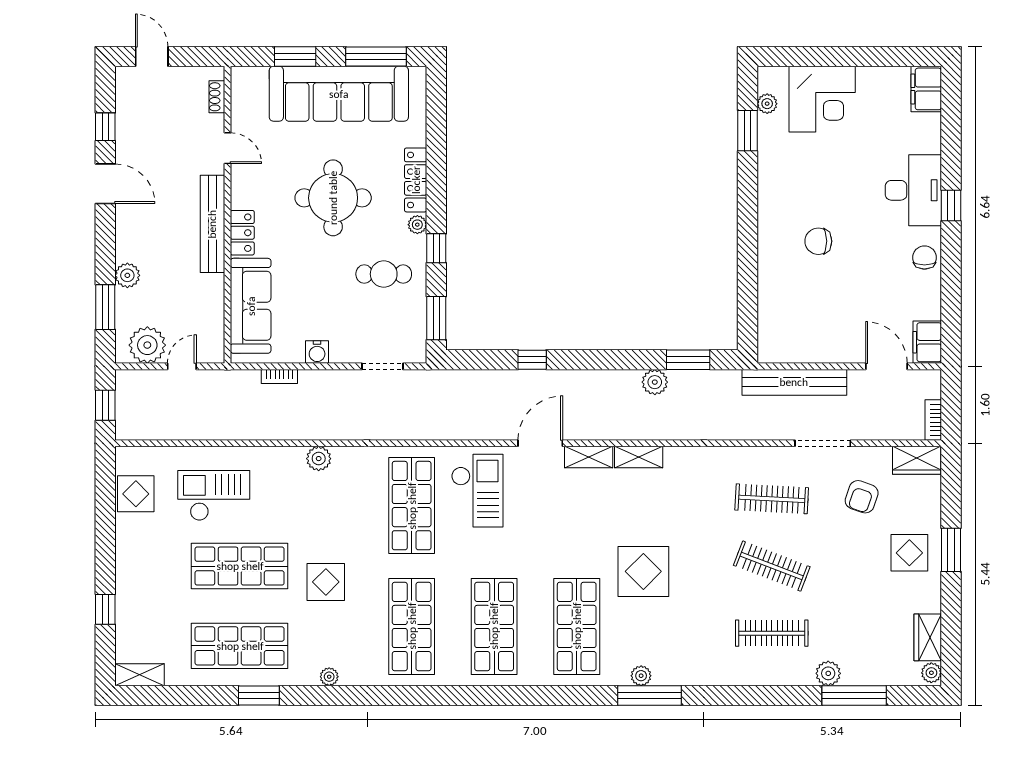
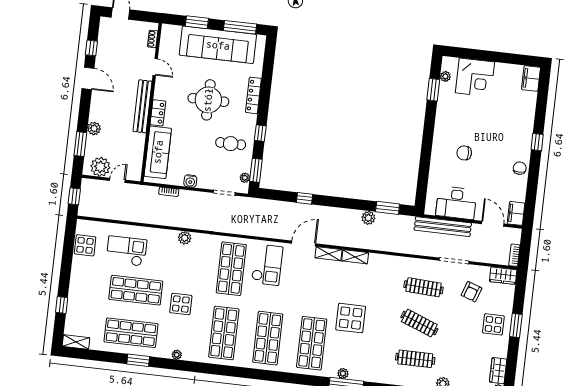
desk: (913, 190) -> (456, 203), moved, turned 90
plant: (417, 225) -> (245, 178), moved

